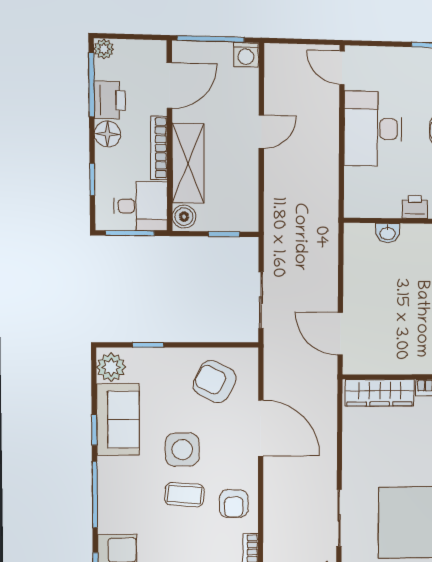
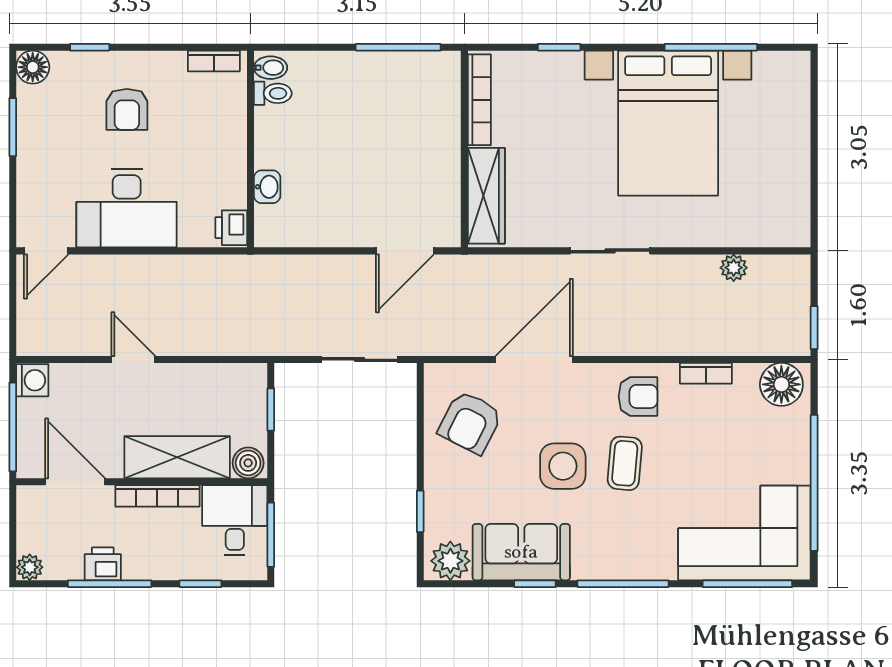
window: (92, 85) -> (110, 584), moved
printer: (110, 100) -> (103, 564), width x0.73, depth x0.81
floor lamp: (108, 134) -> (140, 563), removed
printer: (415, 207) -> (231, 228), moved
sliding door: (339, 518) -> (610, 251), moved

